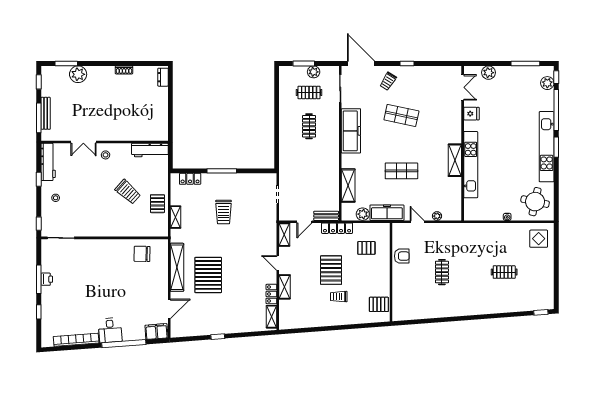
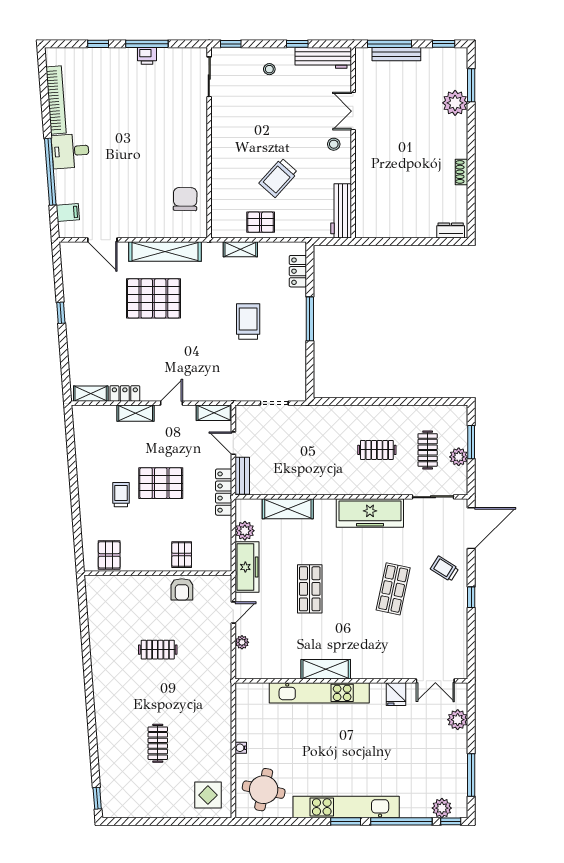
trolley: (224, 212) -> (248, 321), turned 90
pallet: (366, 248) -> (182, 555), moved
filing cabinet: (156, 332) -> (68, 212), width x0.50

